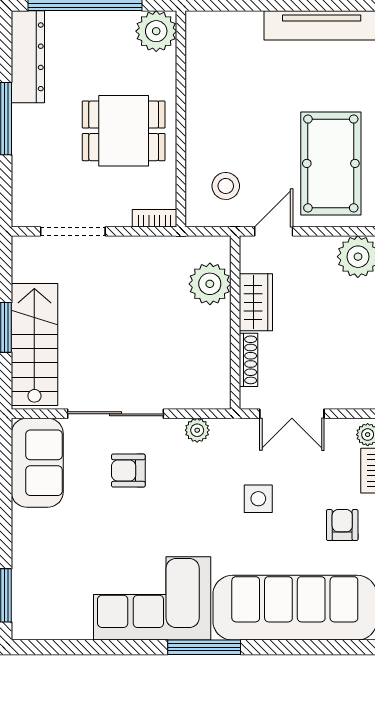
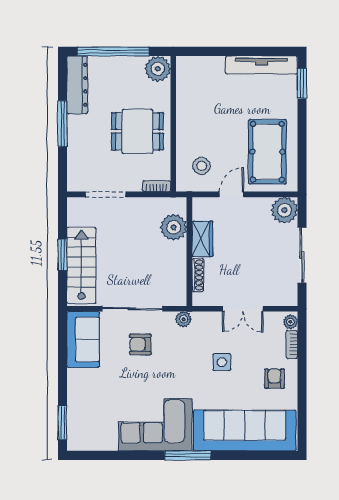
plant: (210, 284) -> (174, 227), moved
wardrobe: (256, 302) -> (202, 239), moved
wall: (235, 323) -> (189, 252), moved
shoe rack: (248, 360) -> (198, 275), moved

